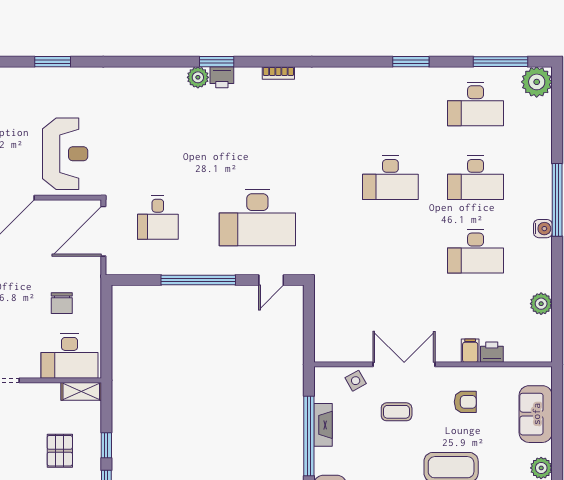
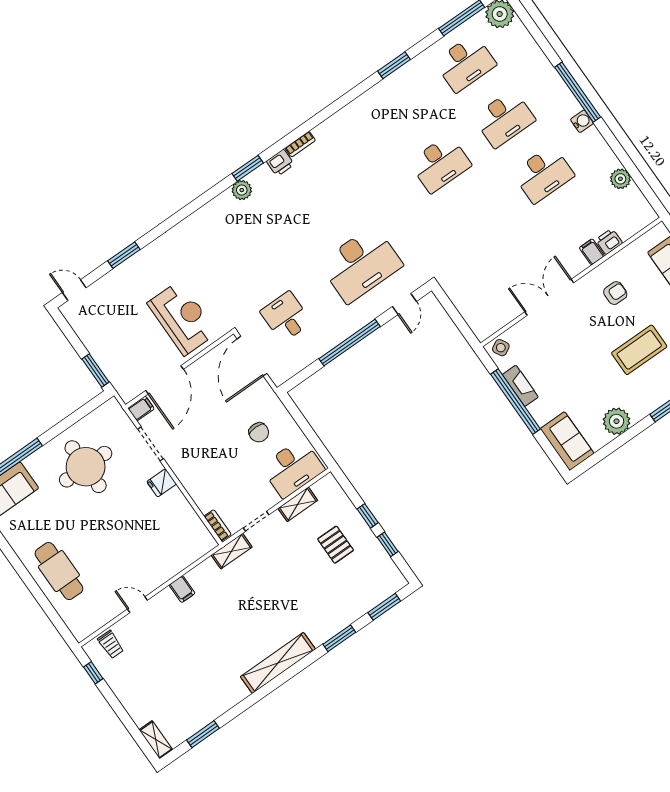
printer: (222, 77) -> (280, 163), moved
desk: (158, 217) -> (286, 317), turned 180
side table: (356, 381) -> (501, 348), moved
shelving: (81, 391) -> (298, 504), moved
coffee table: (397, 412) -> (569, 337), removed

